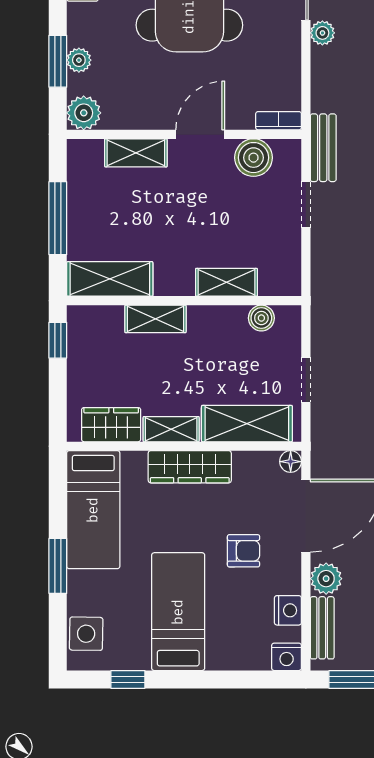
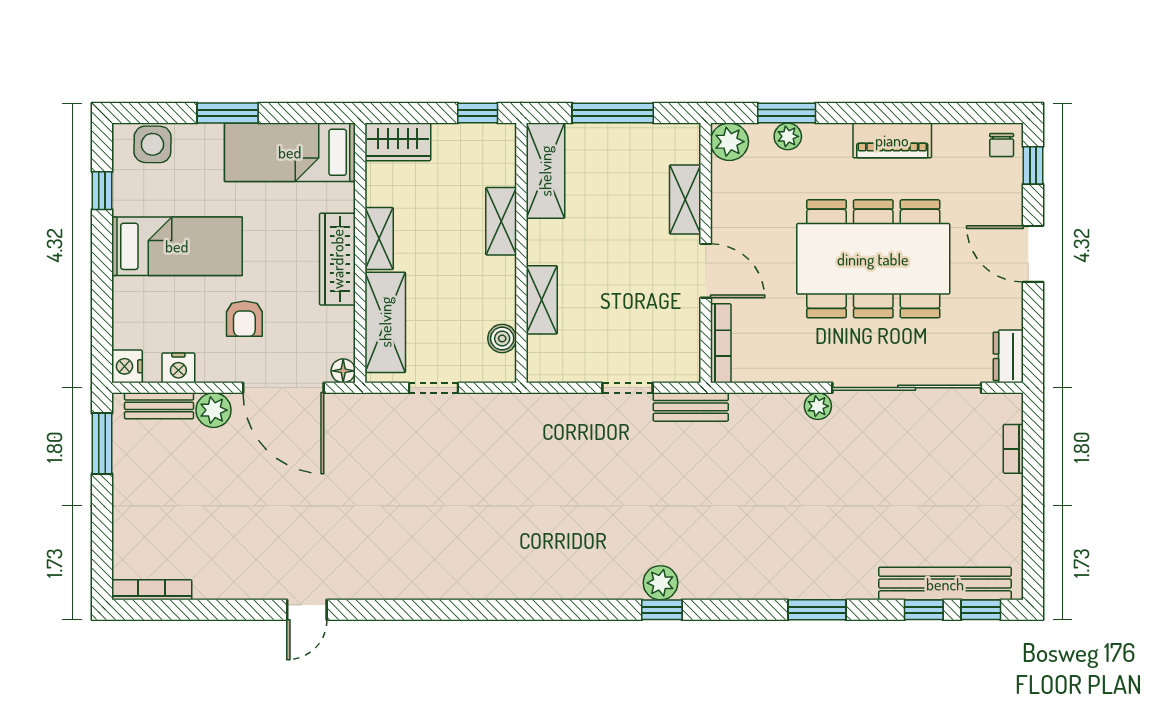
bookcase: (279, 121) -> (721, 343), width x1.56
boiler: (254, 158) -> (680, 330), removed
wardrobe: (111, 425) -> (398, 142), moved, turned 90

